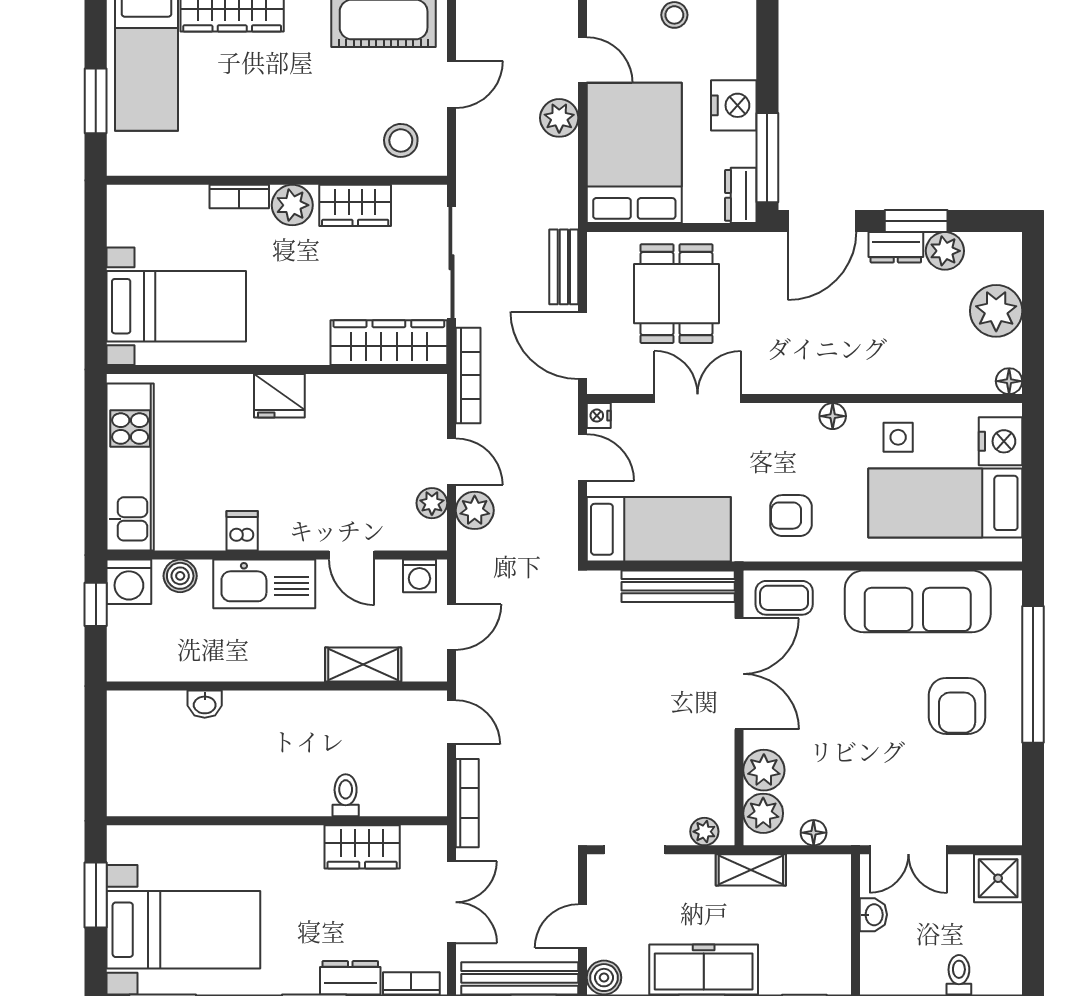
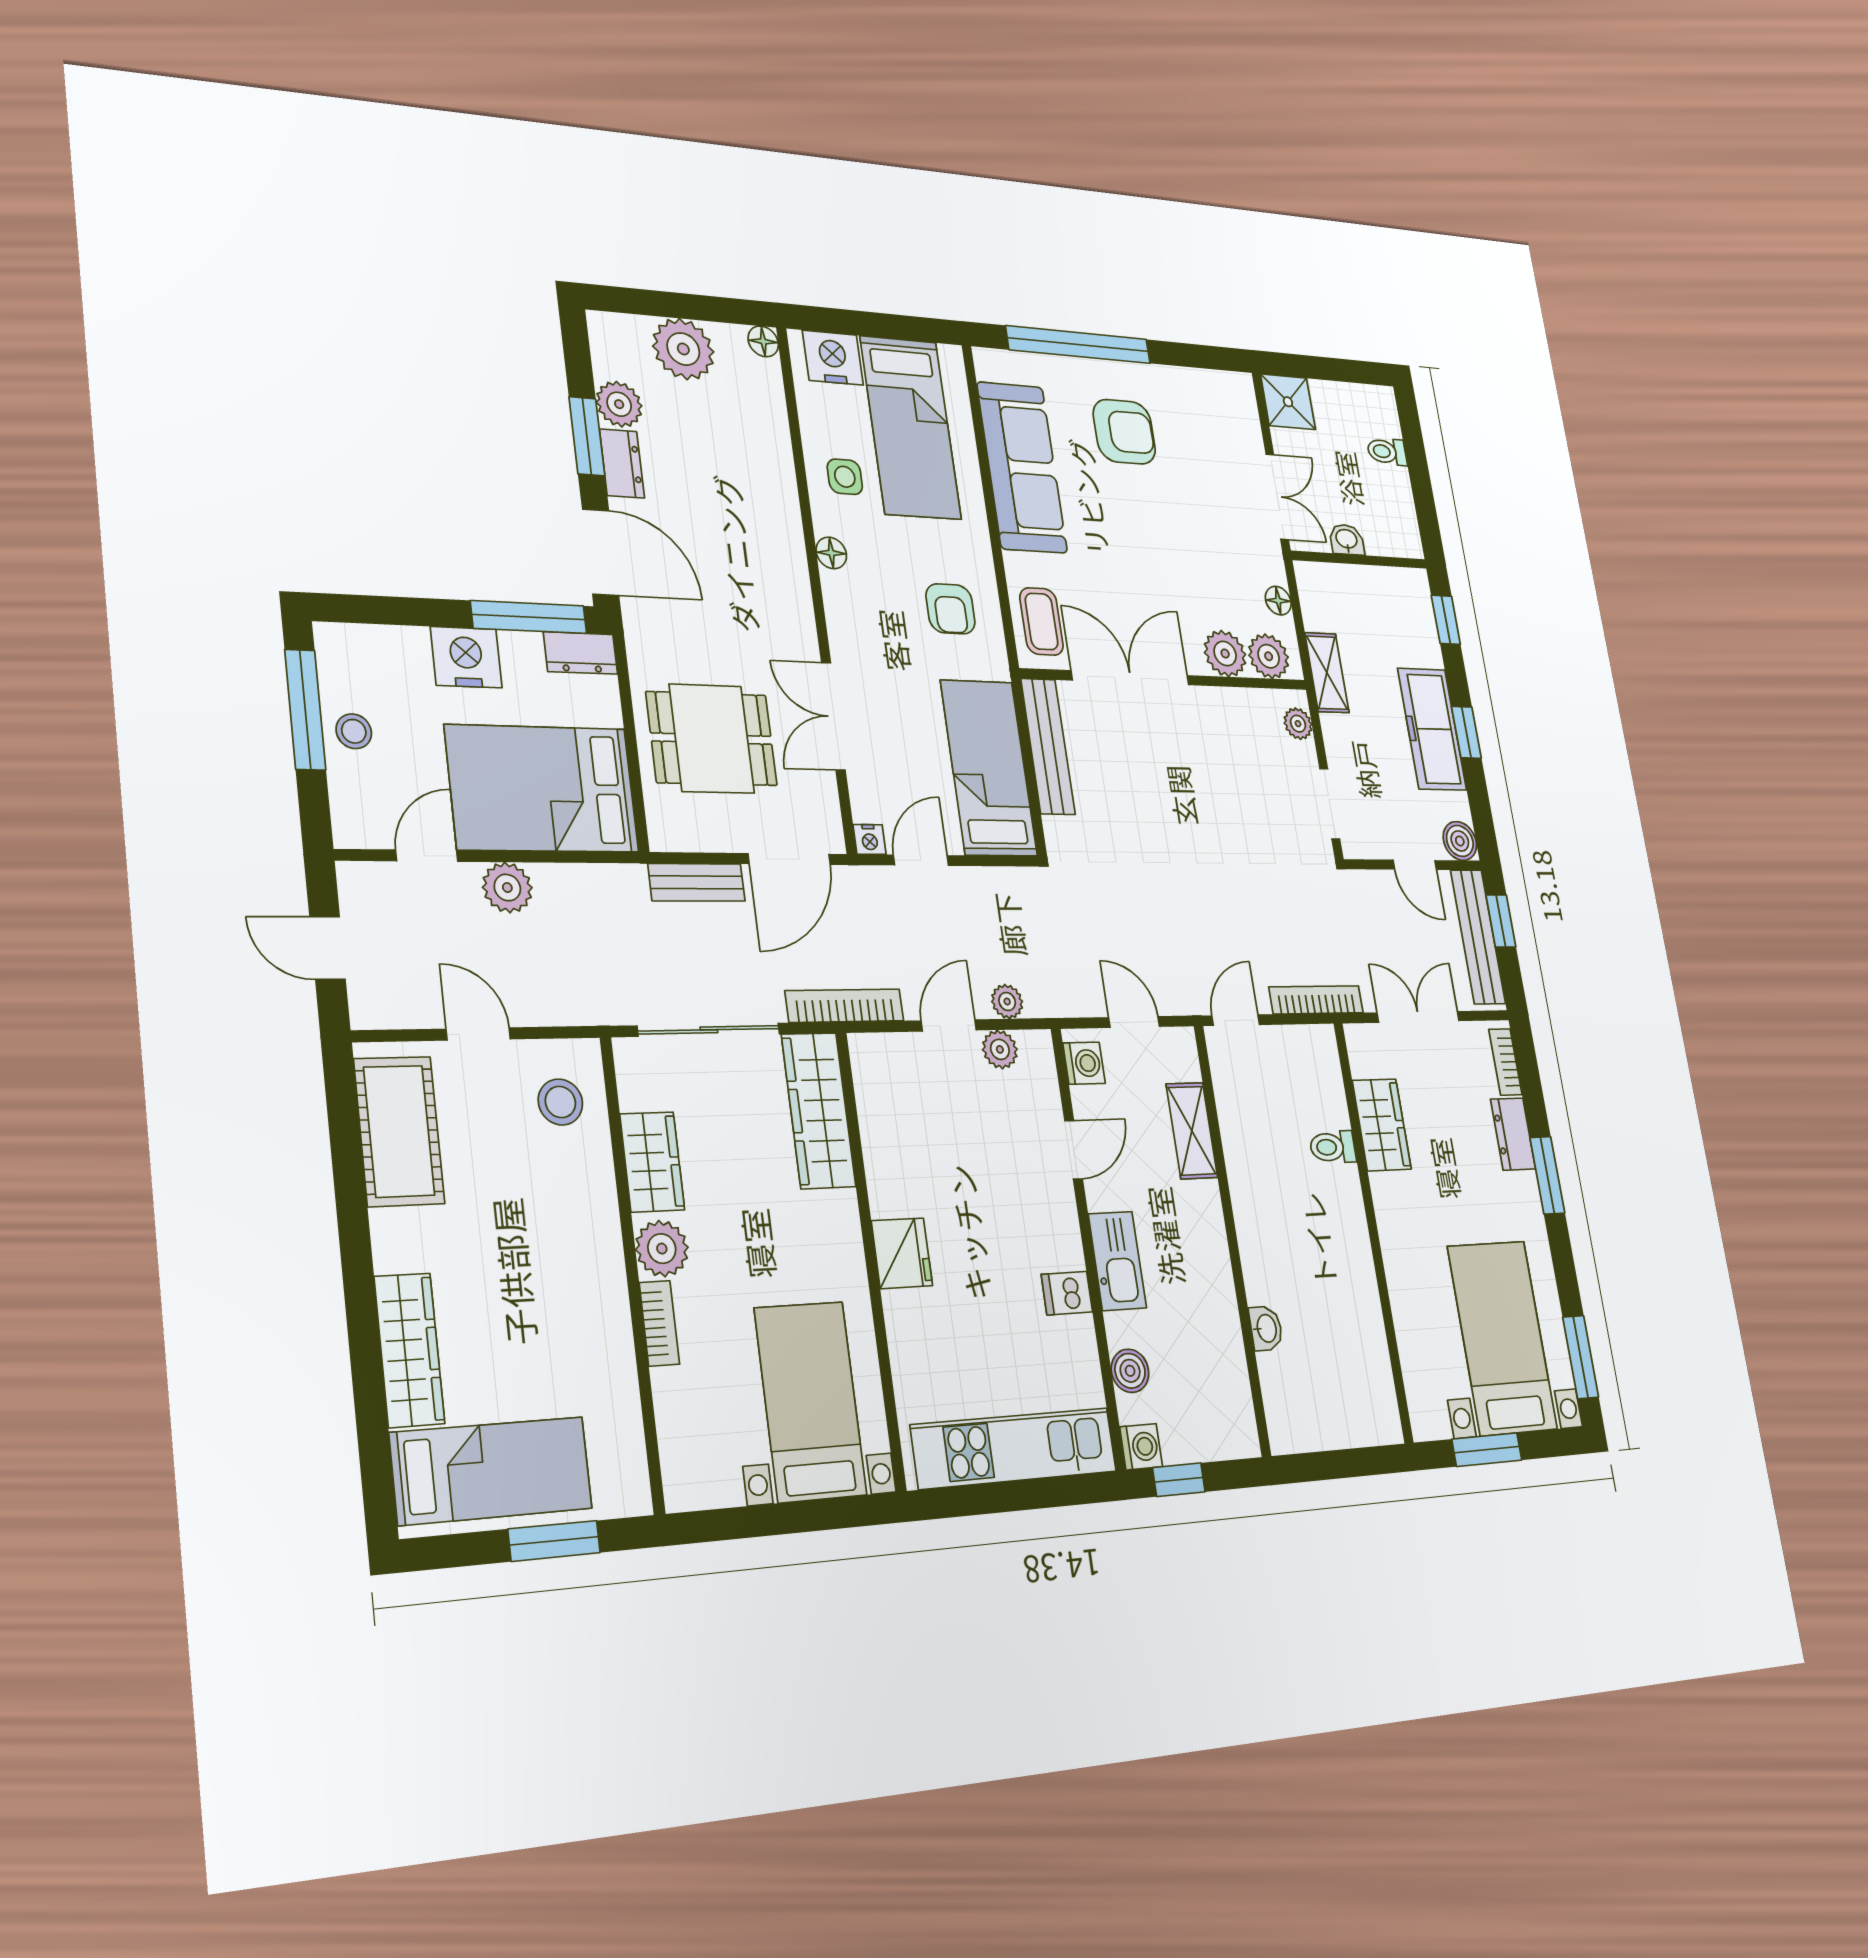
plant: (475, 510) -> (1007, 1002), width x0.73, depth x0.73
washing machine: (129, 582) -> (1141, 1447), width x0.73, depth x0.73
kitchen sink: (264, 584) -> (1117, 1261), width x0.73, depth x0.81

